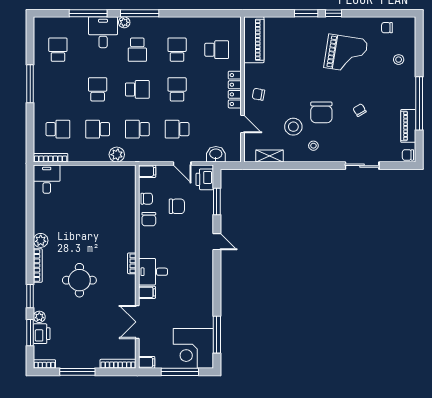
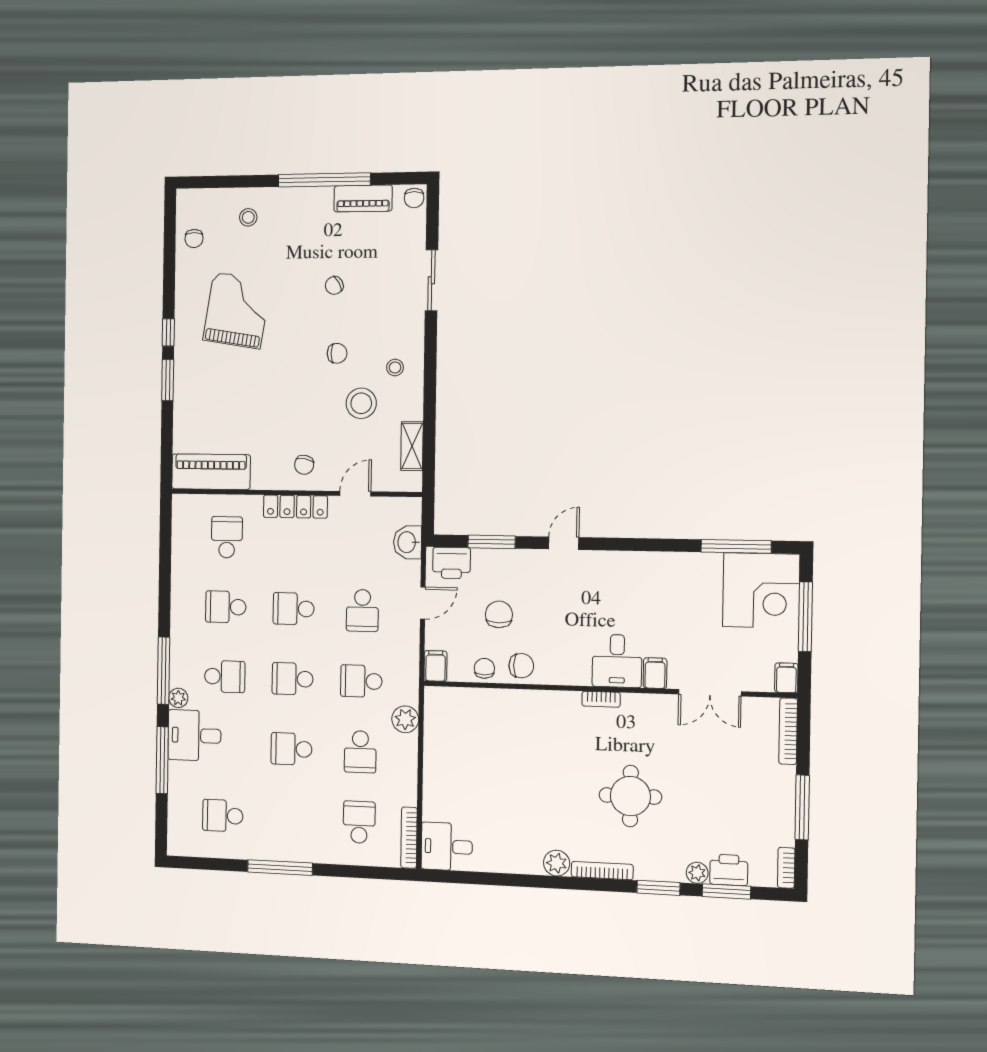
school desk: (137, 89) -> (293, 679), turned -90
chair: (321, 112) -> (337, 353), width x0.54, depth x0.54
school desk: (137, 129) -> (361, 681), turned 90

